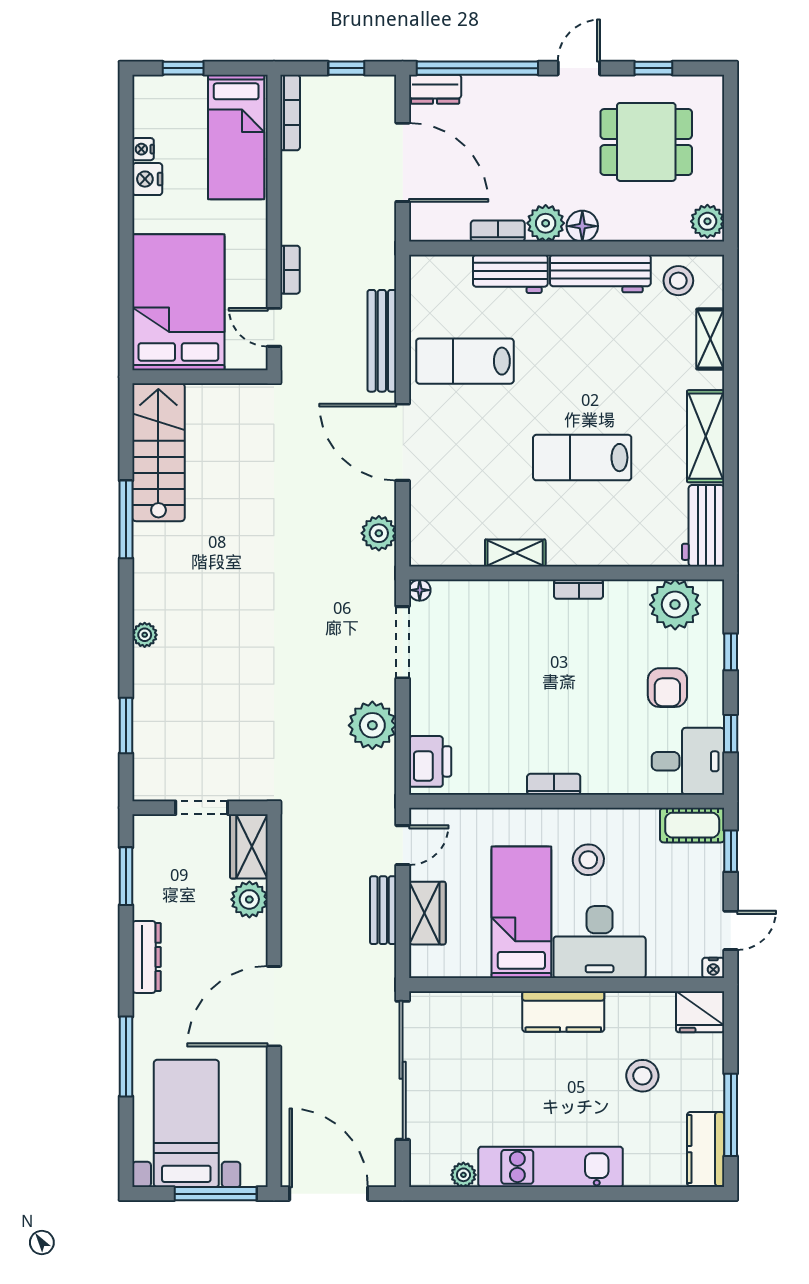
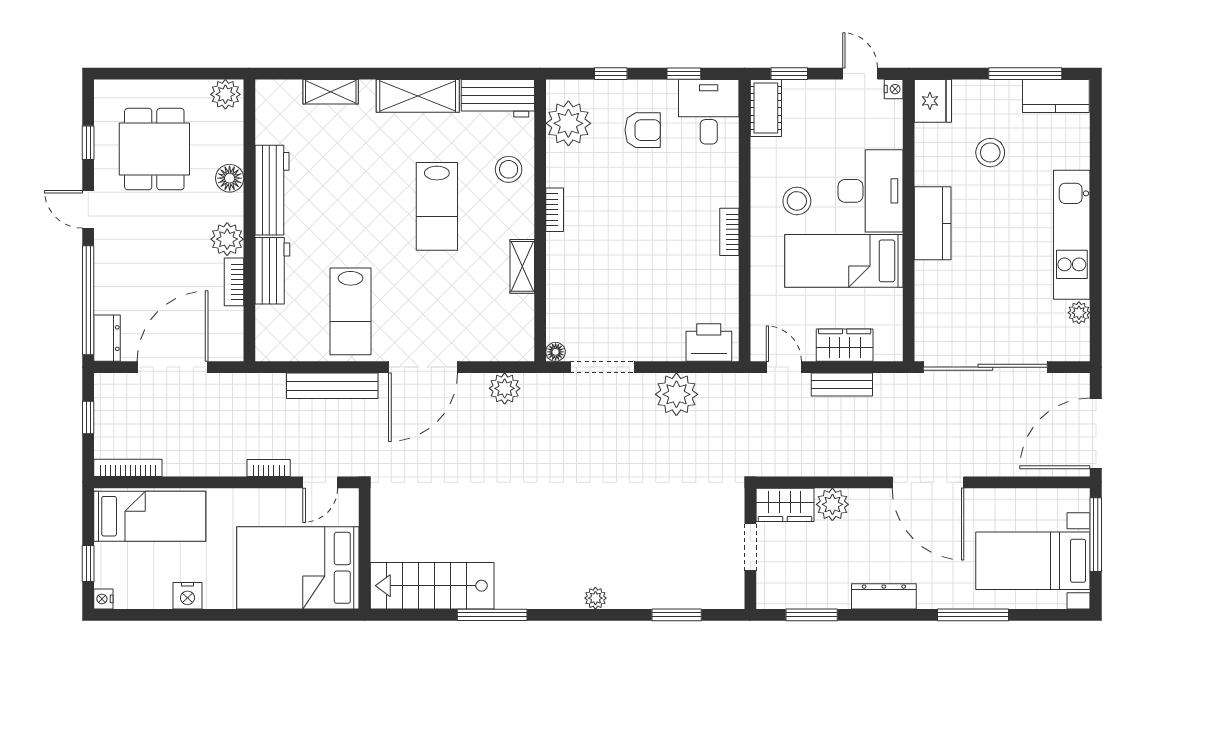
nightstand: (143, 149) -> (103, 599), moved, turned 90
floor lamp: (582, 226) -> (230, 178), moved
stool: (678, 281) -> (509, 169), moved

